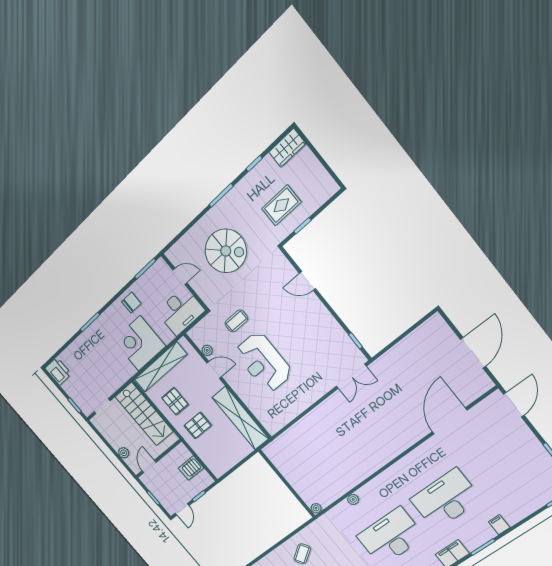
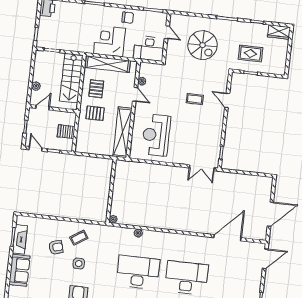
coffee table: (236, 321) -> (195, 99), moved
reception desk: (263, 362) -> (156, 135), moved
door: (182, 509) -> (36, 149), swing flipped

